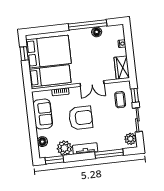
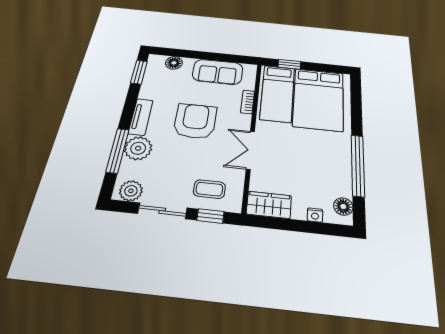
floor lamp: (97, 32) -> (343, 207), moved
window: (24, 54) -> (289, 64), moved
armchair: (81, 118) -> (195, 121), turned 180
plant: (64, 148) -> (138, 148), moved

